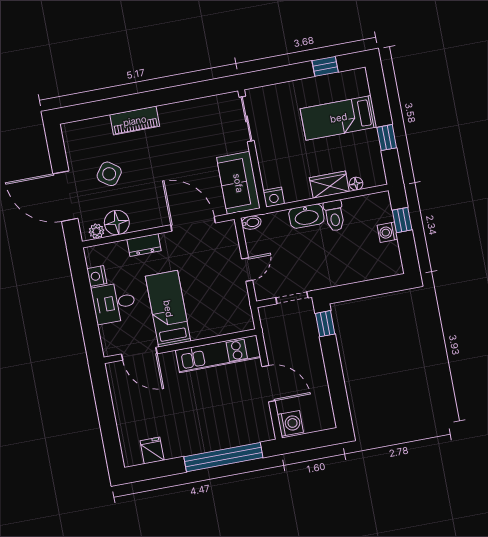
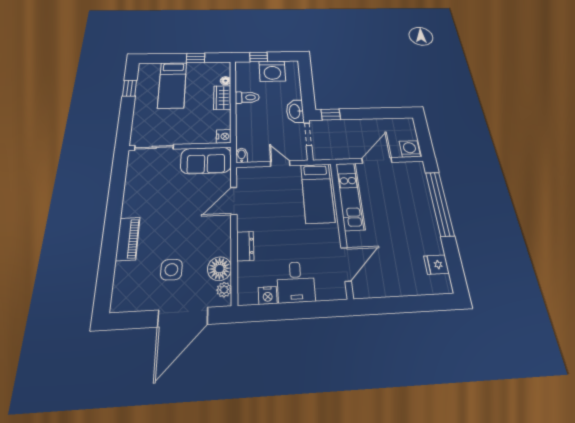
side table: (109, 174) -> (171, 270), turned -35
washbasin: (306, 216) -> (295, 111), moved, turned 180
door: (193, 224) -> (234, 201), width x0.73
washing machine: (388, 232) -> (272, 71), width x1.89, depth x1.89
bed: (168, 309) -> (317, 193), moved, turned -90

